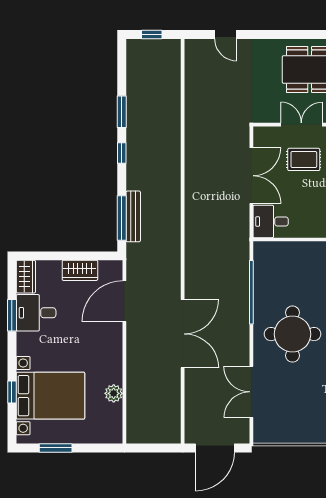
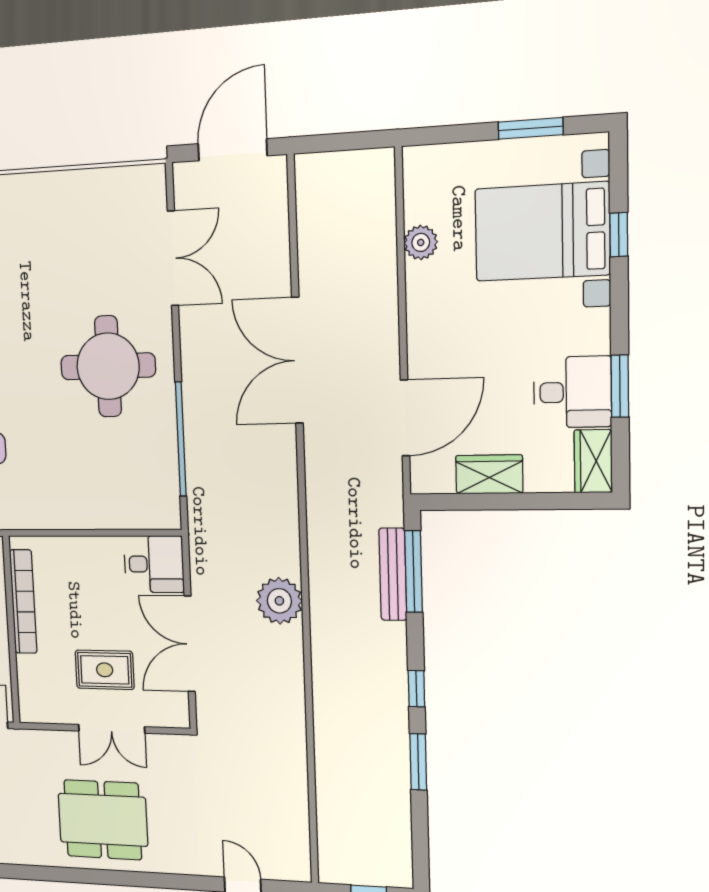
plant: (198, 201) -> (279, 601), added

